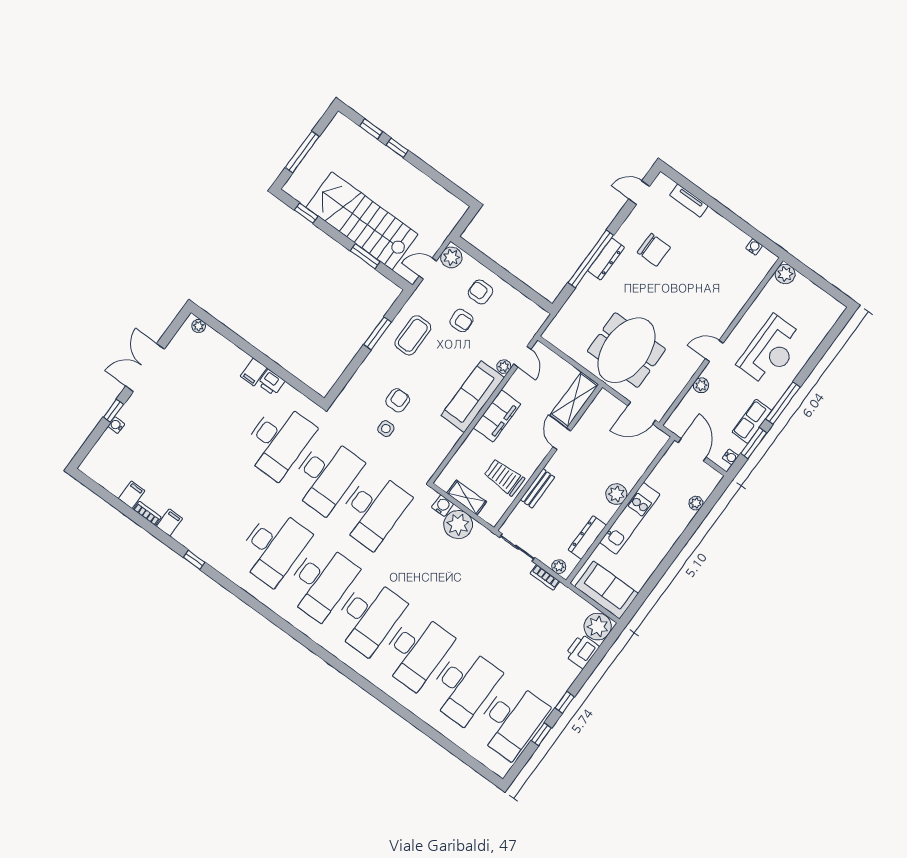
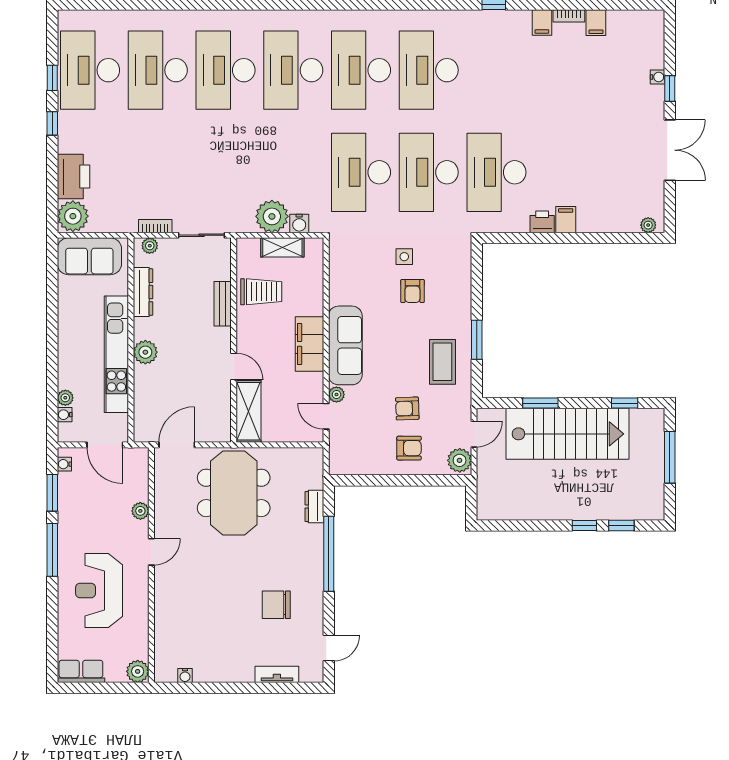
dresser: (606, 259) -> (314, 506), moved, width x0.70
row of seats: (752, 421) -> (81, 671), moved, turned -90
water cooler: (705, 492) -> (65, 415), added
kitchen unit: (630, 518) -> (116, 354), width x1.36
printer: (582, 651) -> (73, 177), width x1.37, depth x1.19

